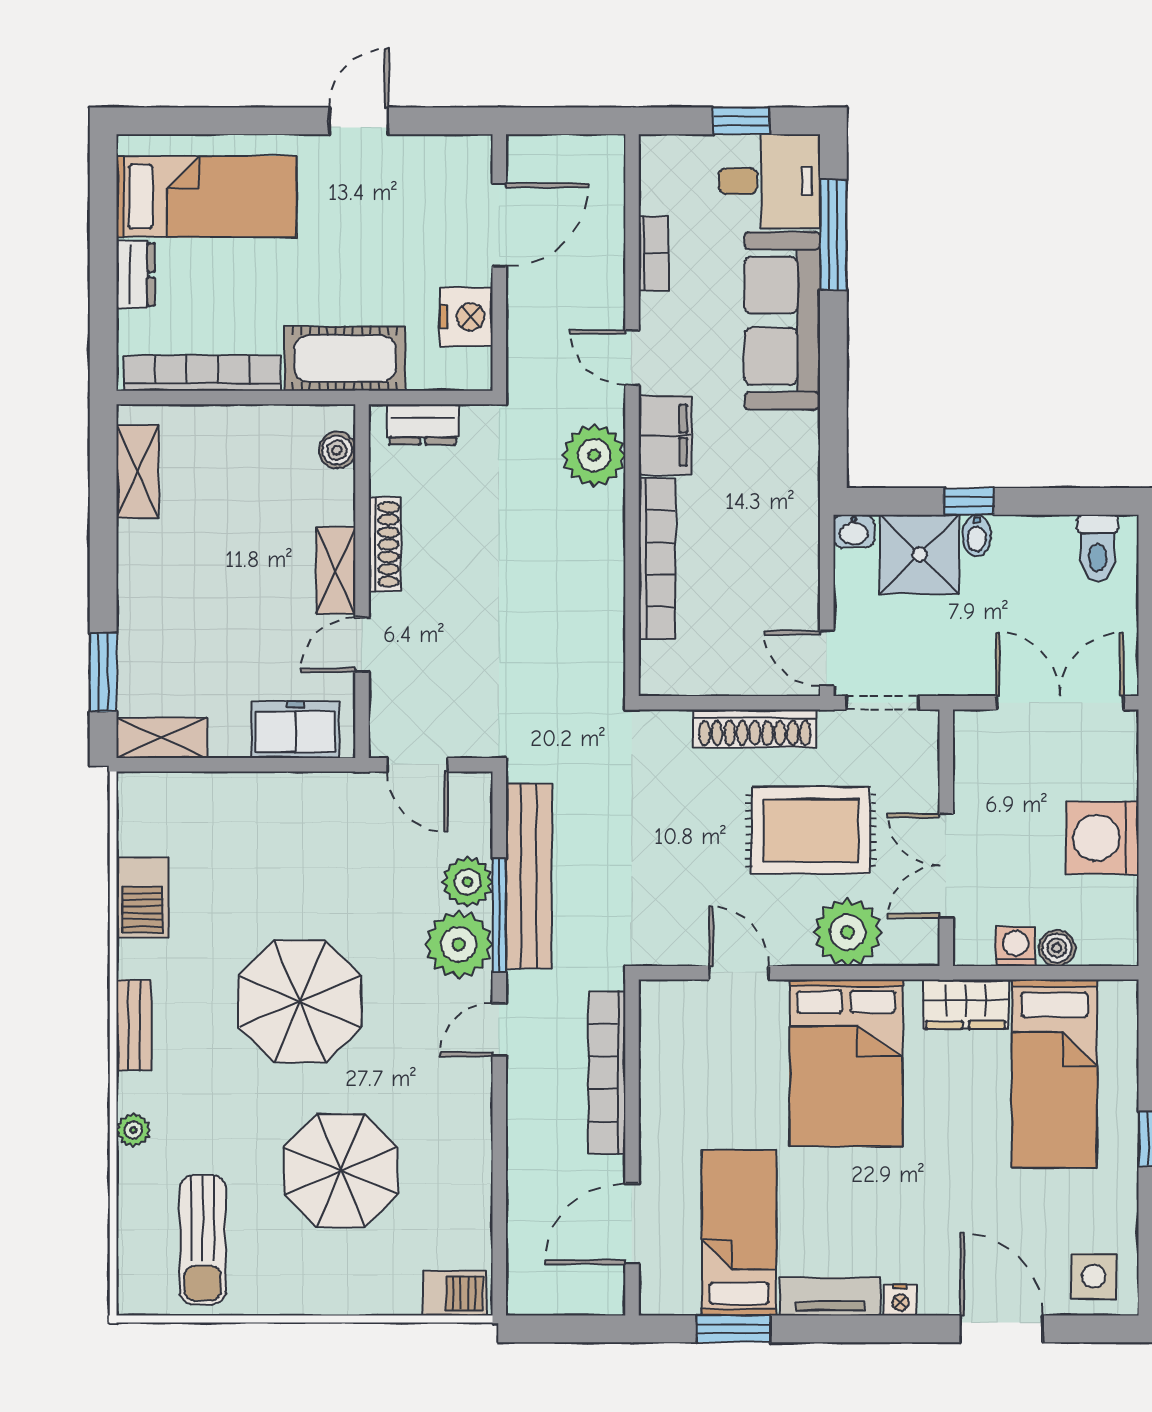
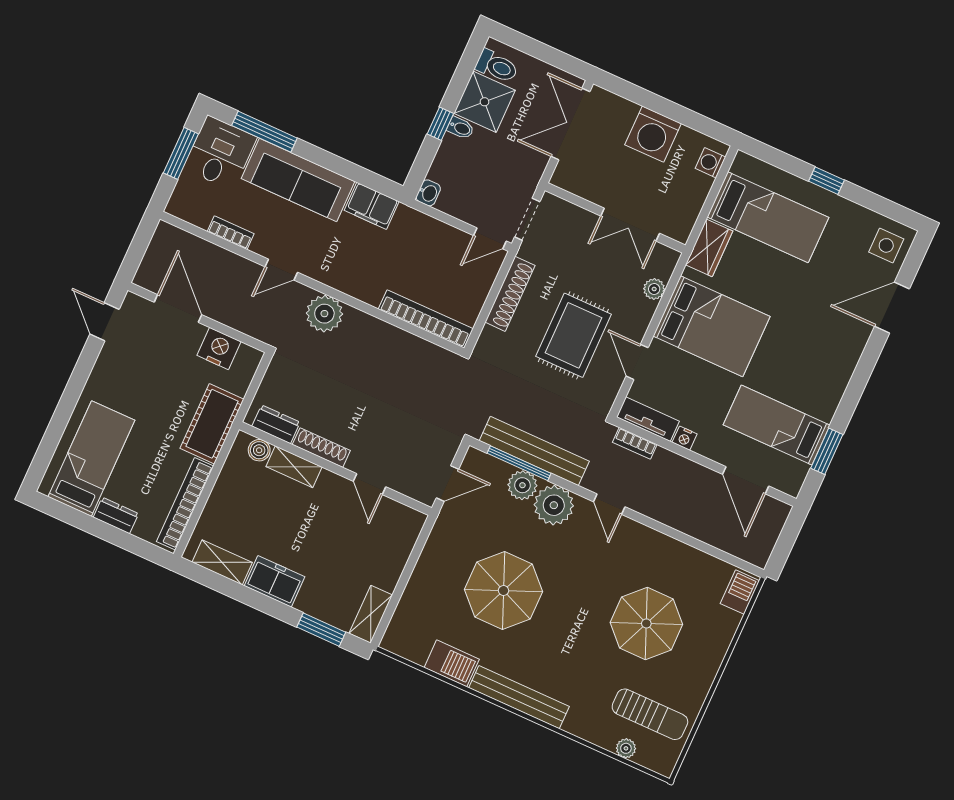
door: (359, 121) -> (105, 322), moved
window: (741, 121) -> (181, 153), width x1.50
dresser: (423, 424) -> (276, 424), moved, turned -90
filing cabinet: (665, 435) -> (372, 206), moved, turned 180
shower: (920, 554) -> (485, 102), moved
bookcase: (657, 559) -> (426, 319), moved
shelving: (336, 571) -> (294, 467), moved
freezer: (295, 730) -> (274, 581), moved, turned 90
rug: (811, 830) -> (573, 335), moved
window: (499, 915) -> (519, 463), moved
plant: (848, 932) -> (654, 289), width x0.53, depth x0.53
washing machine: (1016, 946) -> (710, 163), moved
boiler: (1057, 948) -> (701, 185), removed
door: (739, 973) -> (637, 362), hinge flipped
parasol: (300, 1001) -> (504, 591), moved
bench: (134, 1025) -> (519, 697), width x1.86, depth x1.21
bookcase: (607, 1073) -> (635, 443), width x0.43, depth x0.76
plant: (133, 1130) -> (626, 748), moved
tv unit: (830, 1296) -> (648, 419), moved, turned 90
nightstand: (900, 1300) -> (685, 438), moved, turned 90

